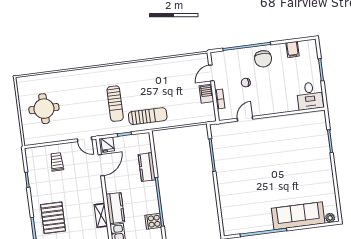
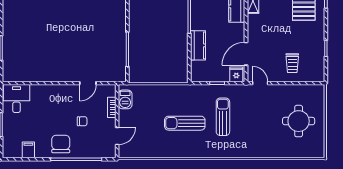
barbecue: (206, 94) -> (125, 99), moved
sun lounger: (148, 116) -> (185, 123), moved

